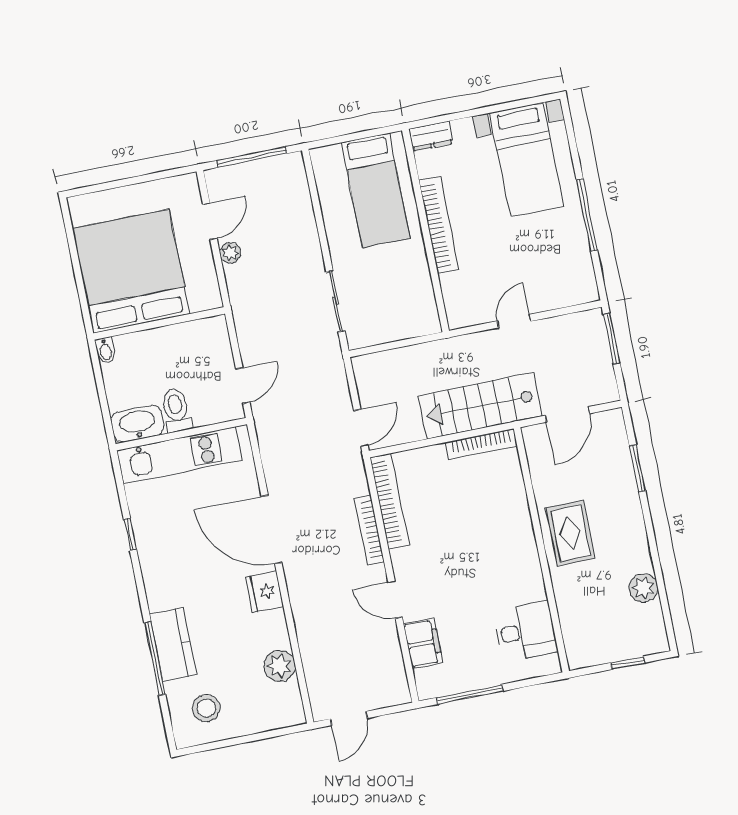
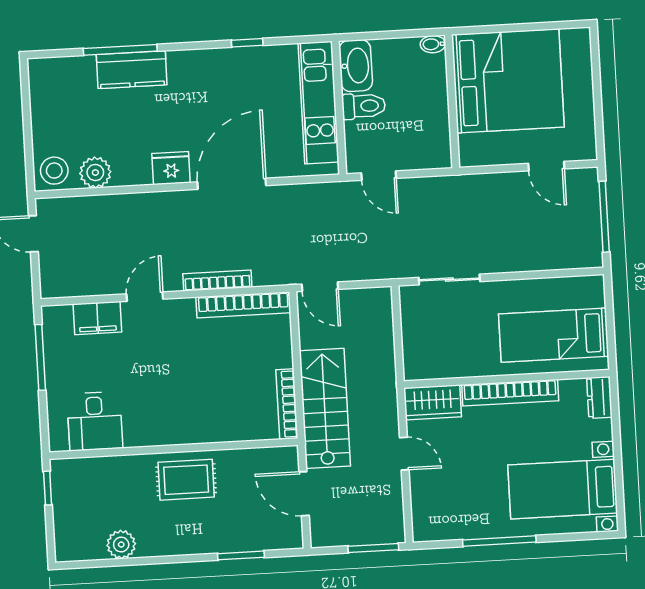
plant: (230, 253) -> (512, 182), removed
wardrobe: (459, 300) -> (433, 402), added
window: (628, 663) -> (48, 488), moved
stool: (206, 708) -> (54, 171), moved

